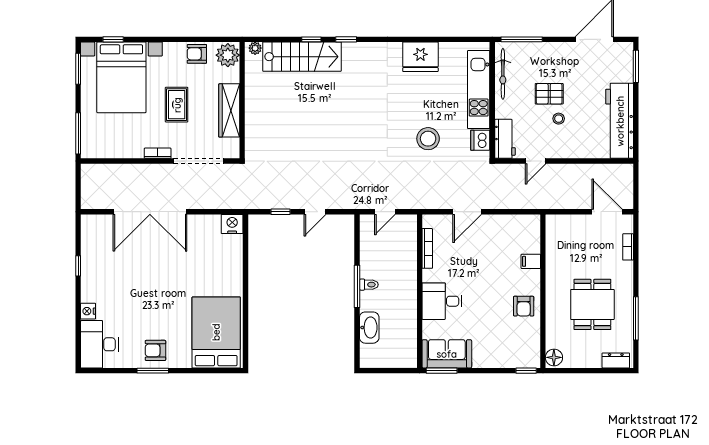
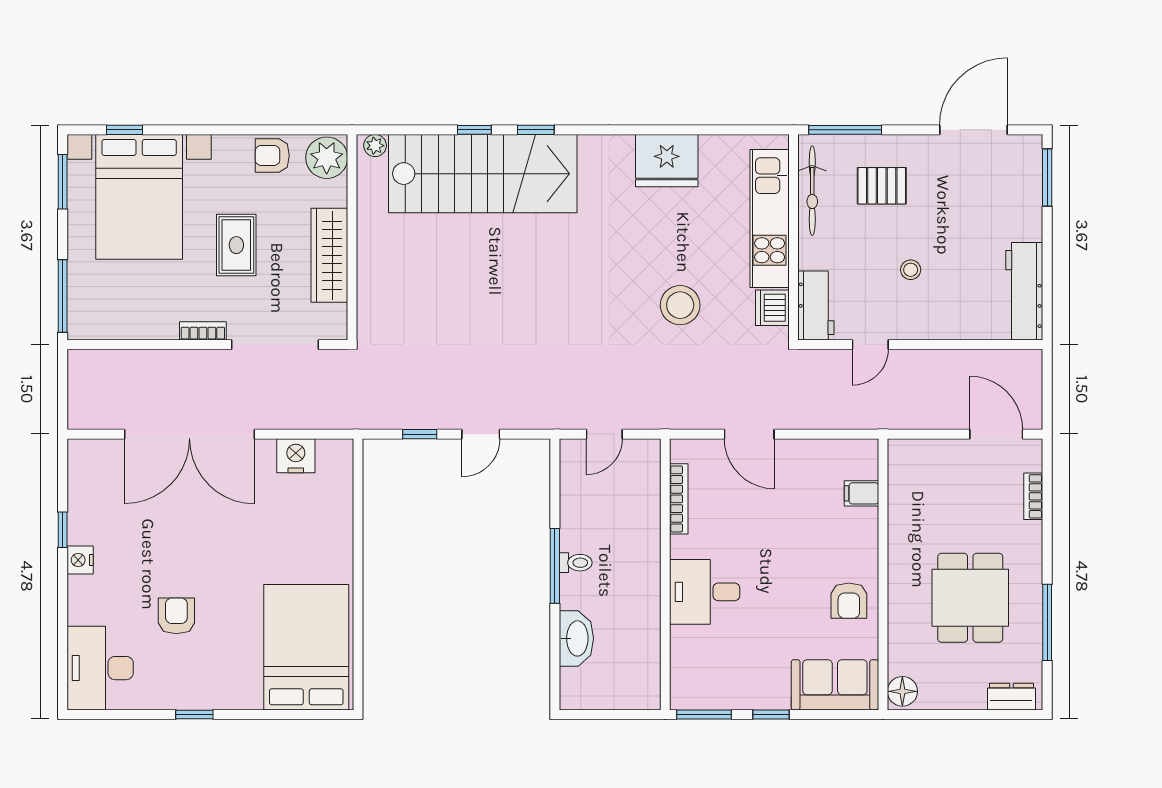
stairs: (302, 57) -> (483, 174), width x1.36, depth x1.51
pallet: (549, 94) -> (882, 186), moved
workbench: (620, 121) -> (1024, 291), width x0.73, depth x0.76
door: (467, 212) -> (749, 434), hinge flipped
nightstand: (232, 224) -> (296, 456), moved
filing cabinet: (531, 261) -> (861, 493), moved
nightstand: (88, 311) -> (80, 560), moved
armchair: (155, 350) -> (176, 616), moved, turned 90
sofa: (447, 354) -> (835, 685), moved
window: (153, 371) -> (194, 714), width x0.67
window: (526, 371) -> (771, 714), moved

